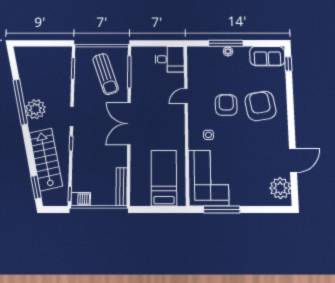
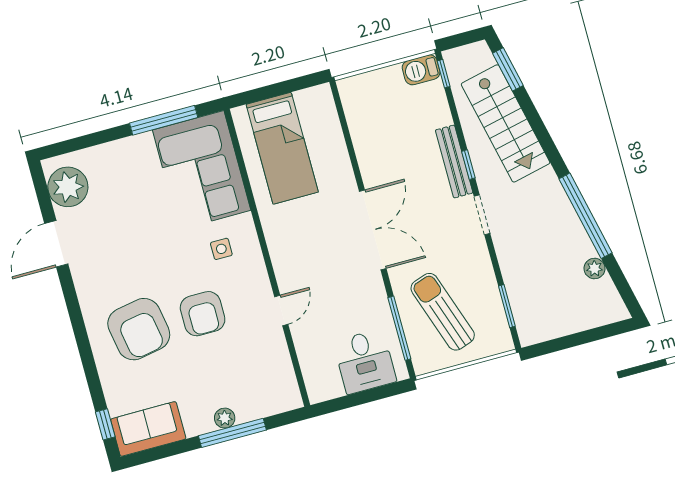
desk: (170, 59) -> (365, 361), moved, turned -90
plant: (35, 109) -> (595, 268), moved, width x0.53, depth x0.53
bench: (122, 187) -> (454, 161), moved

